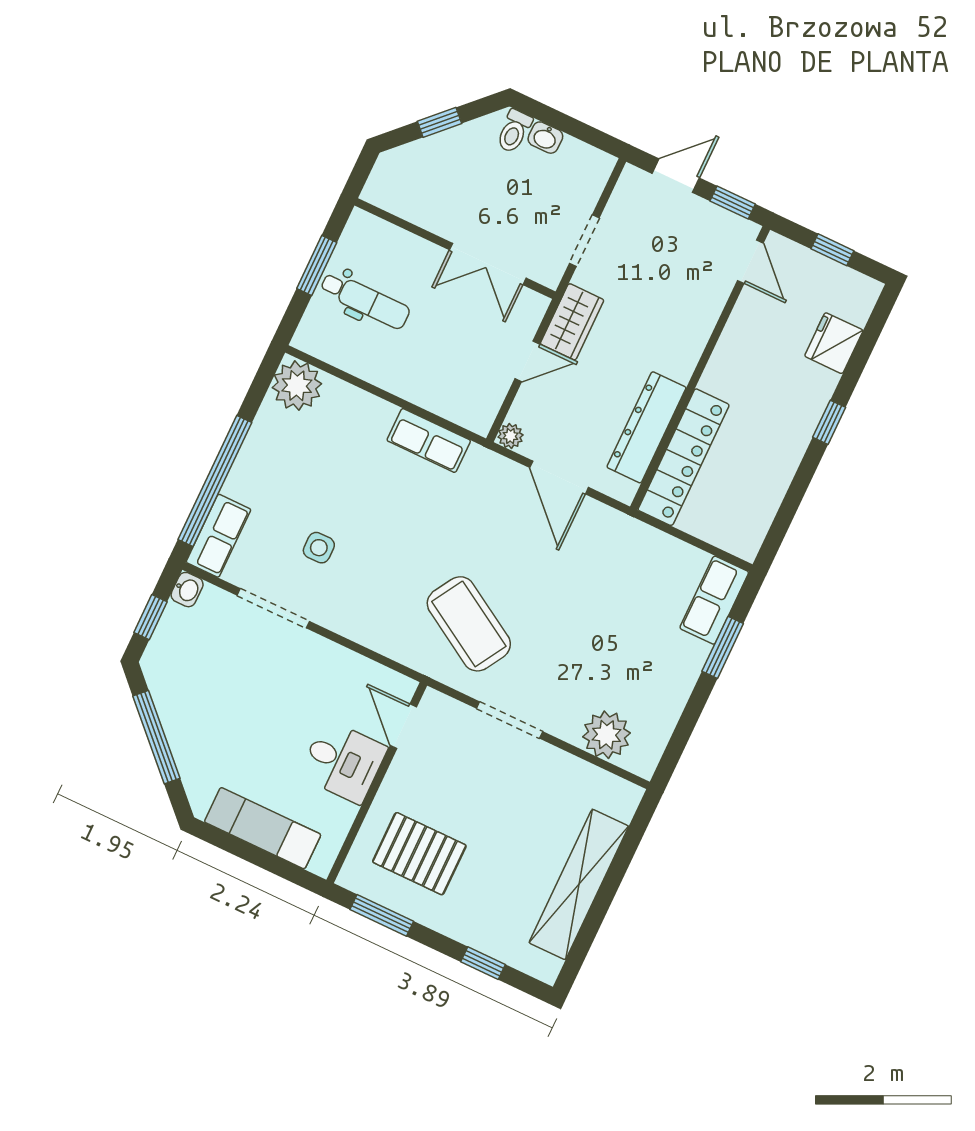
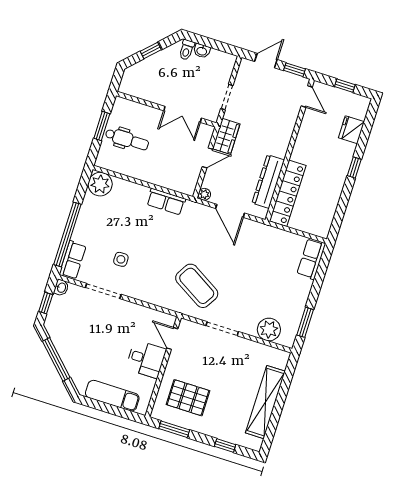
window: (723, 647) -> (305, 322), moved

